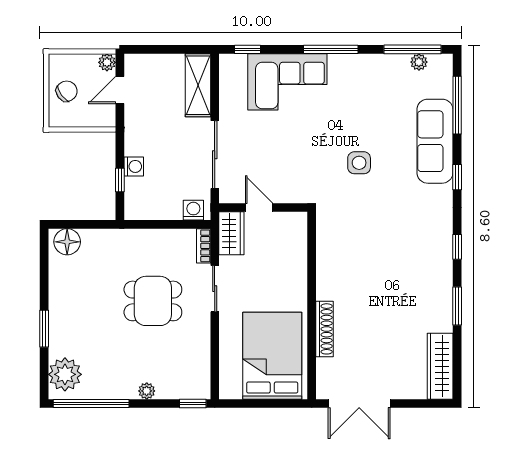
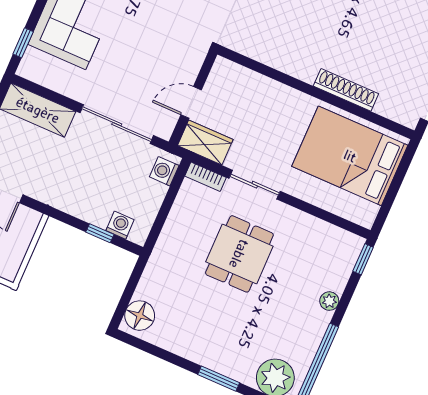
washing machine: (134, 166) -> (120, 225), moved

